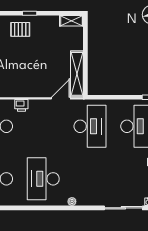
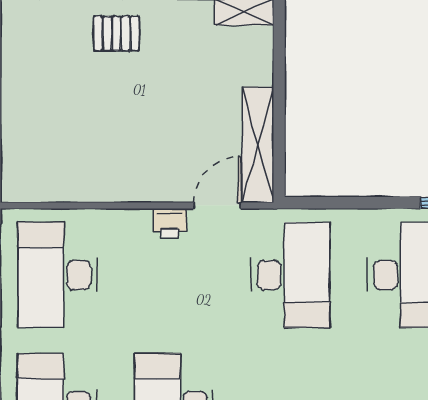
printer: (21, 105) -> (170, 223), moved

